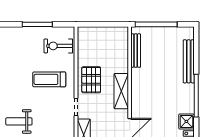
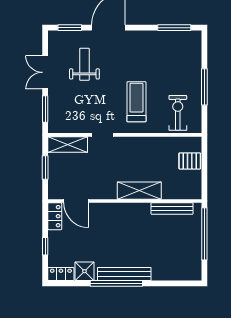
bench: (189, 61) -> (124, 274), moved
pallet: (91, 80) -> (190, 161), moved, width x0.67, depth x0.71
shelving: (121, 91) -> (139, 191), moved

